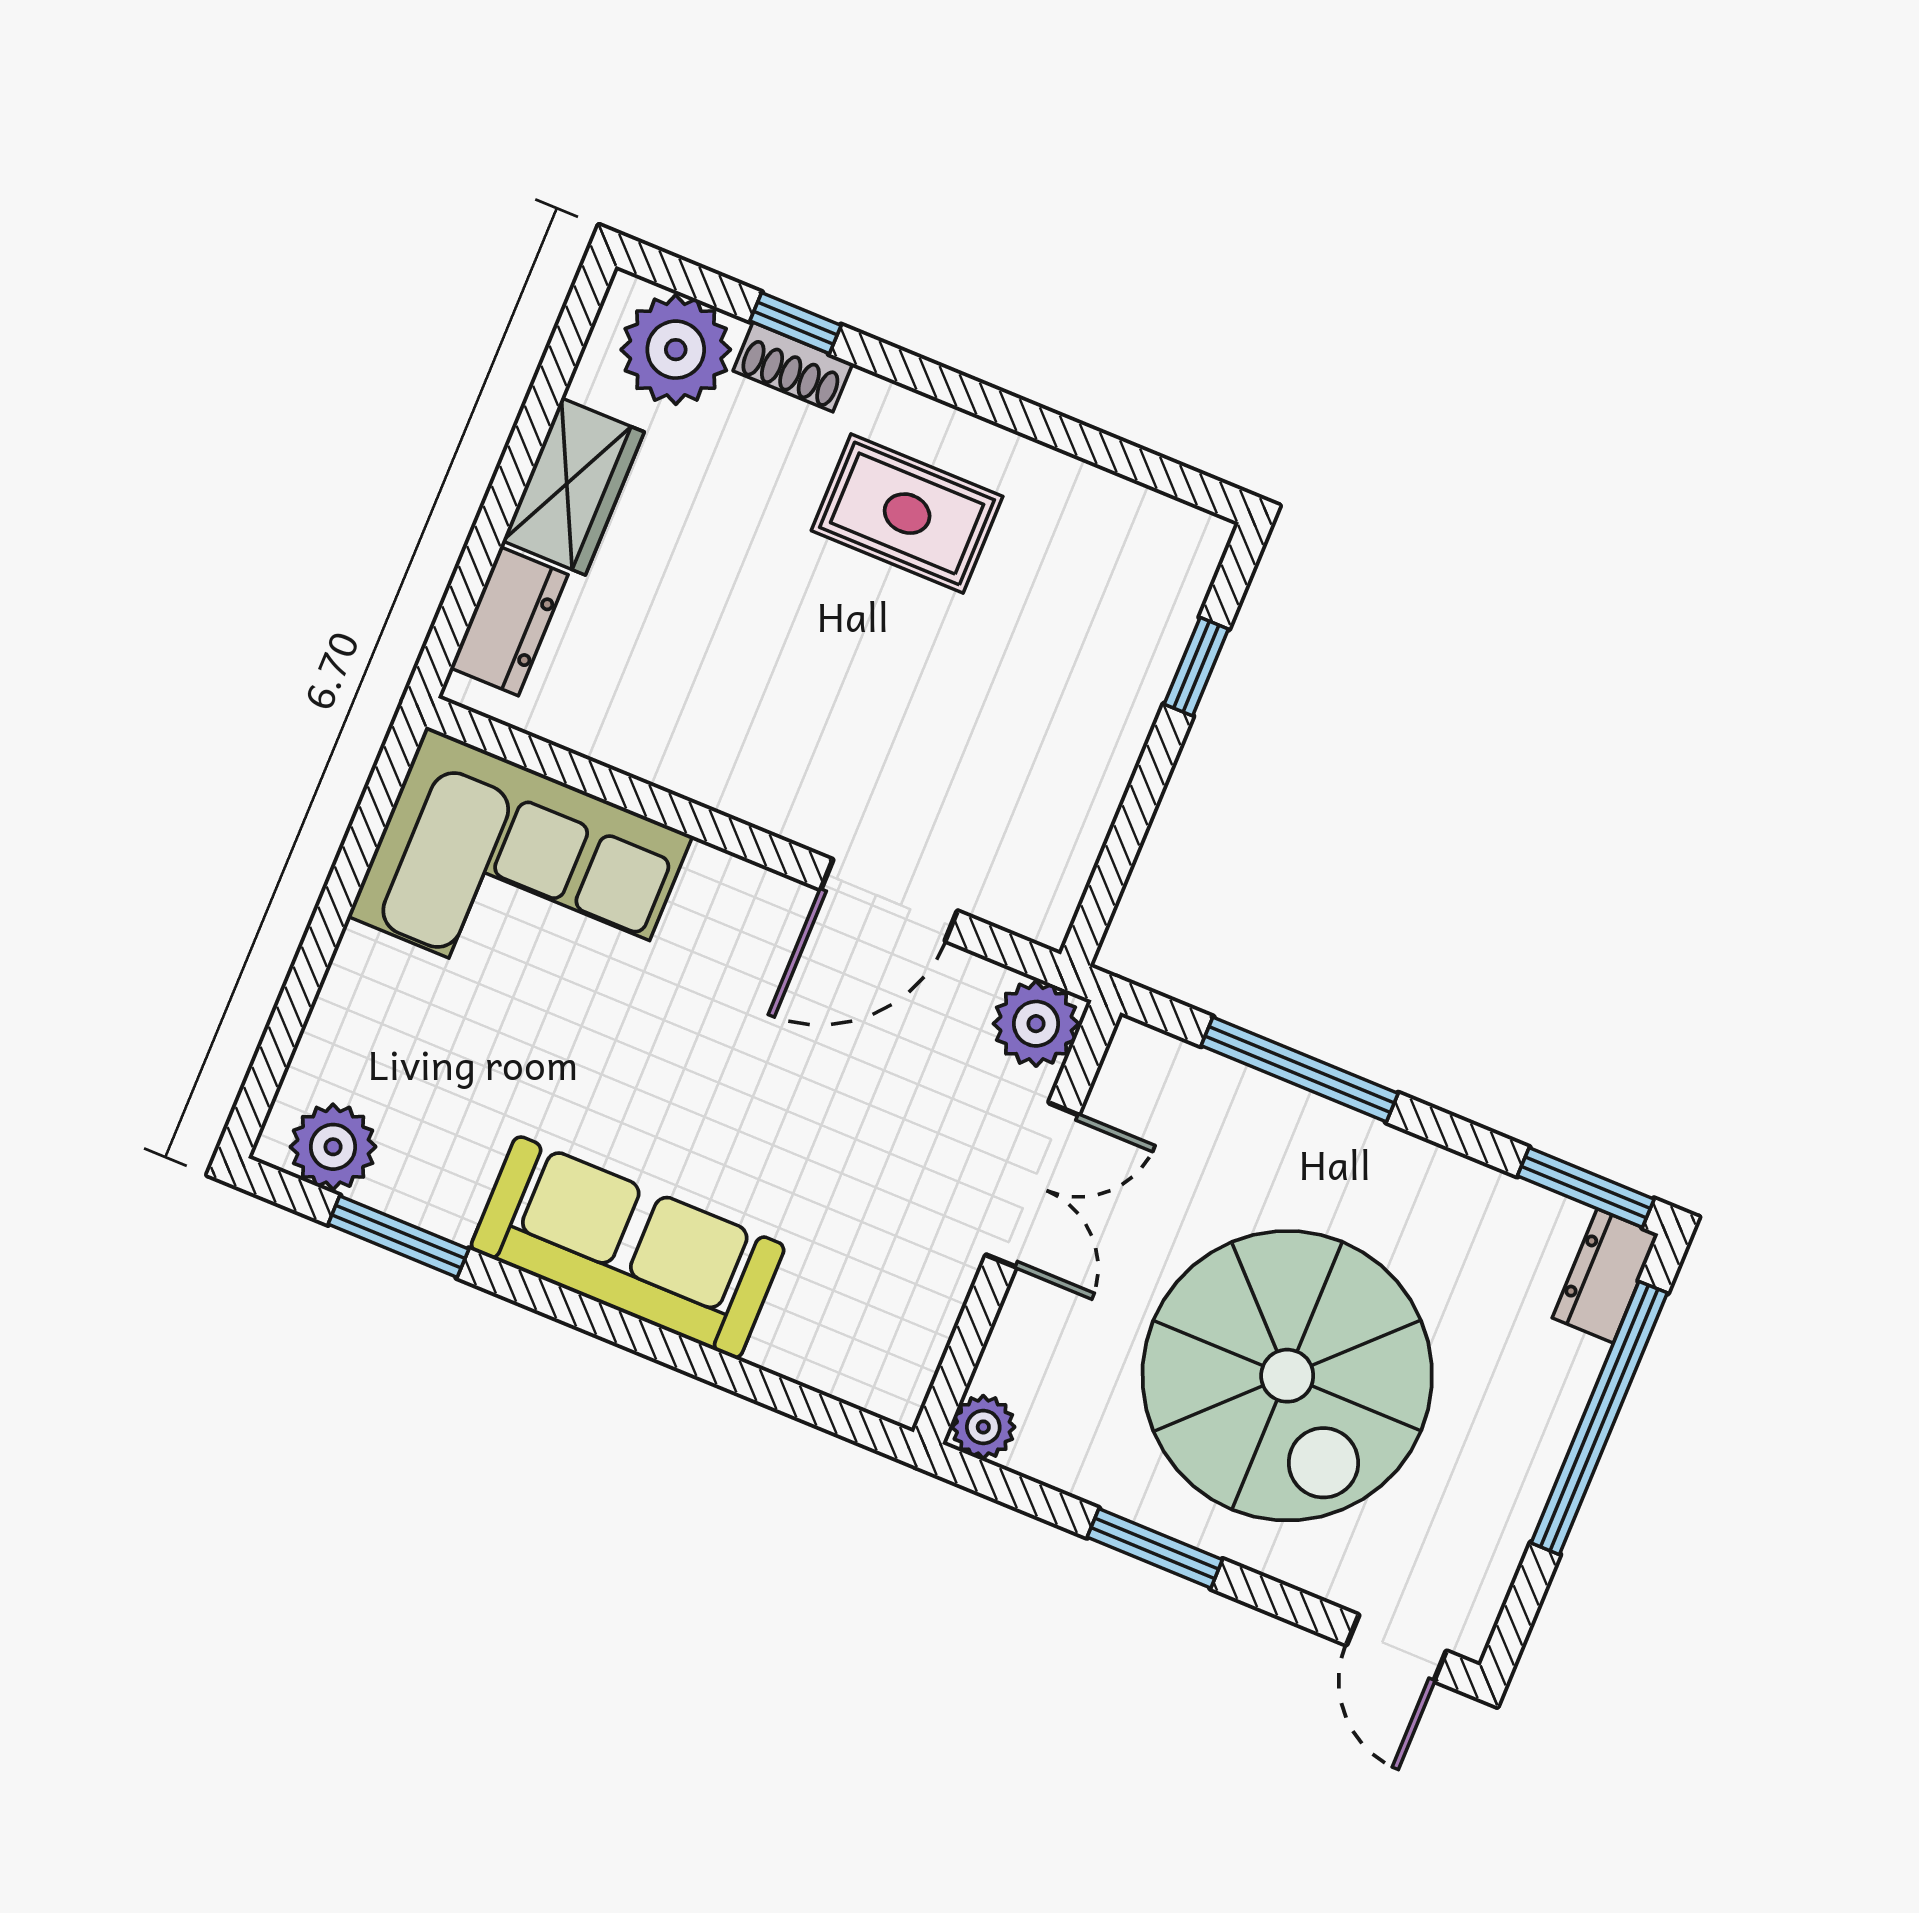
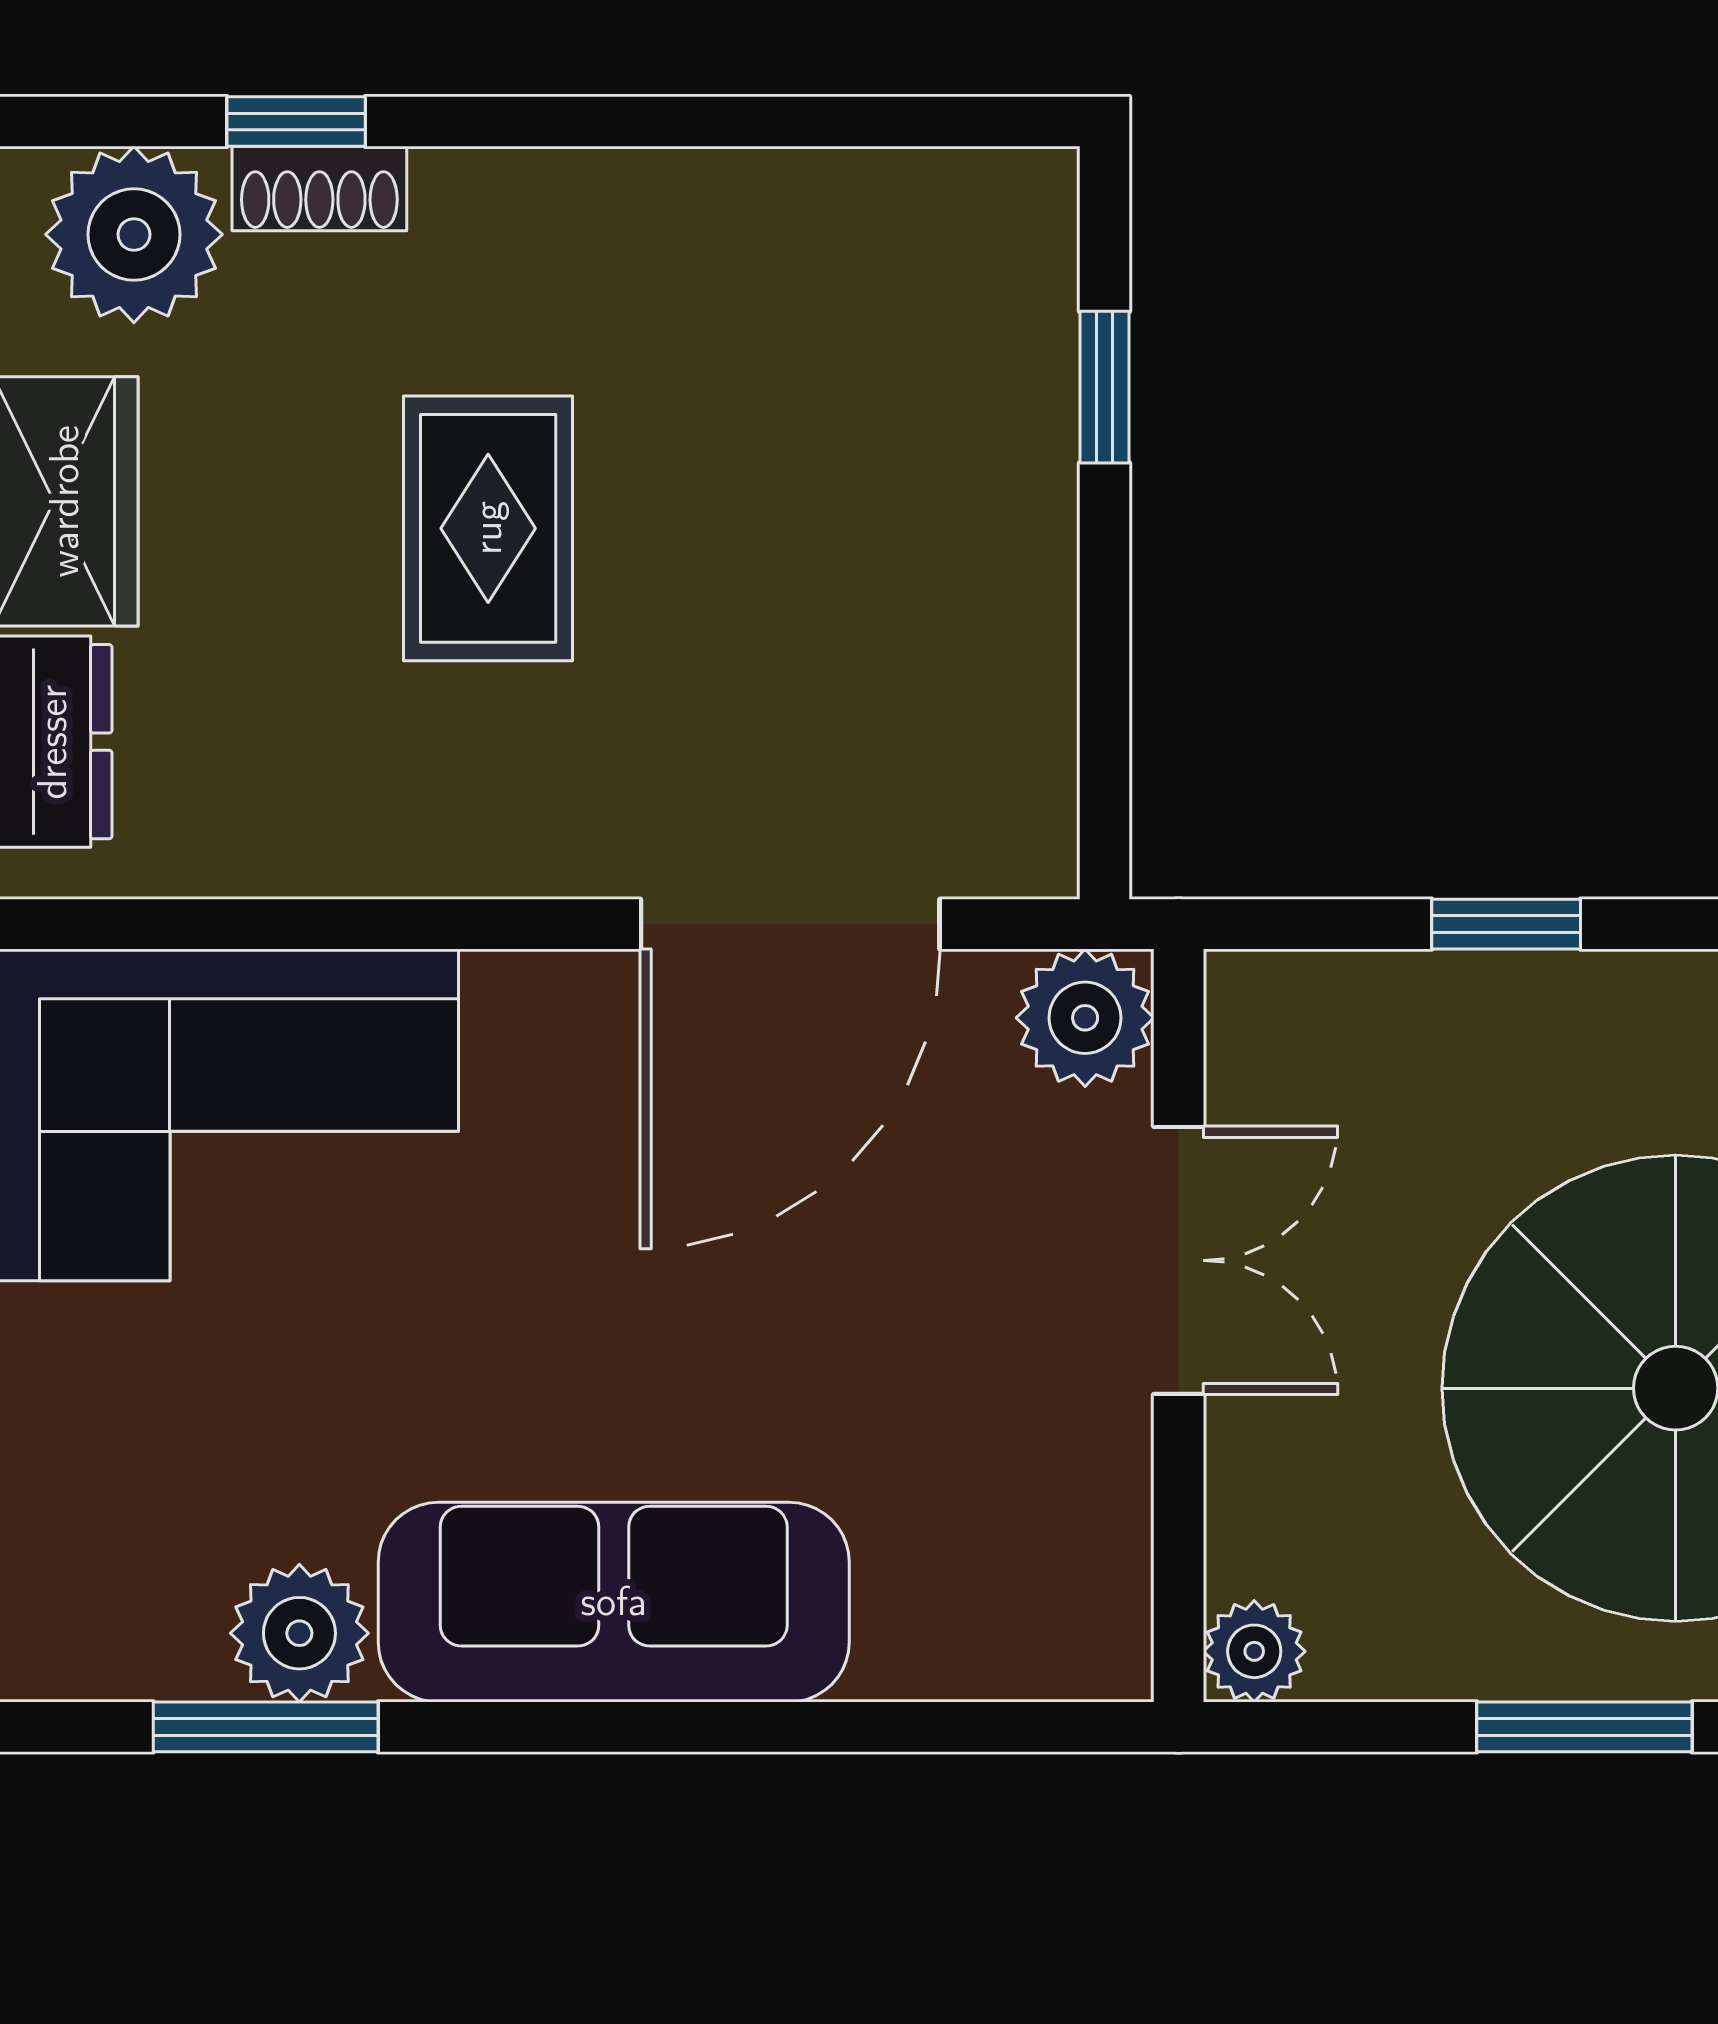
rug: (907, 514) -> (488, 528), moved, turned 90
door: (889, 900) -> (790, 924), width x1.36
window: (1300, 1070) -> (1506, 924), width x0.46
plant: (333, 1147) -> (299, 1633), moved

